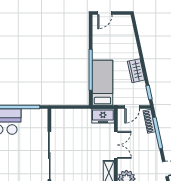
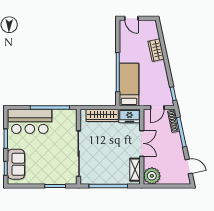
door: (105, 13) -> (131, 18), hinge flipped
wardrobe: (136, 71) -> (156, 50), moved
wardrobe: (74, 115) -> (102, 115), added

